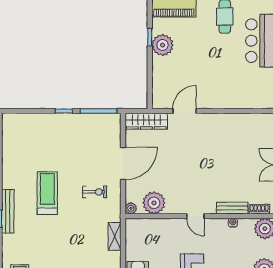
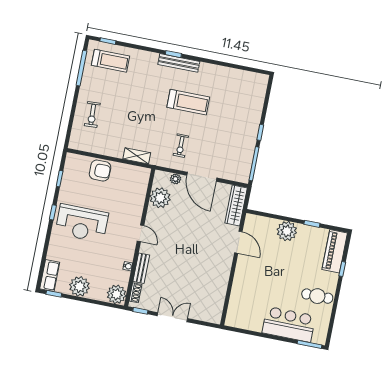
plant: (163, 45) -> (287, 231), moved
plant: (131, 208) -> (175, 179), moved
door: (195, 216) -> (140, 233), swing flipped

